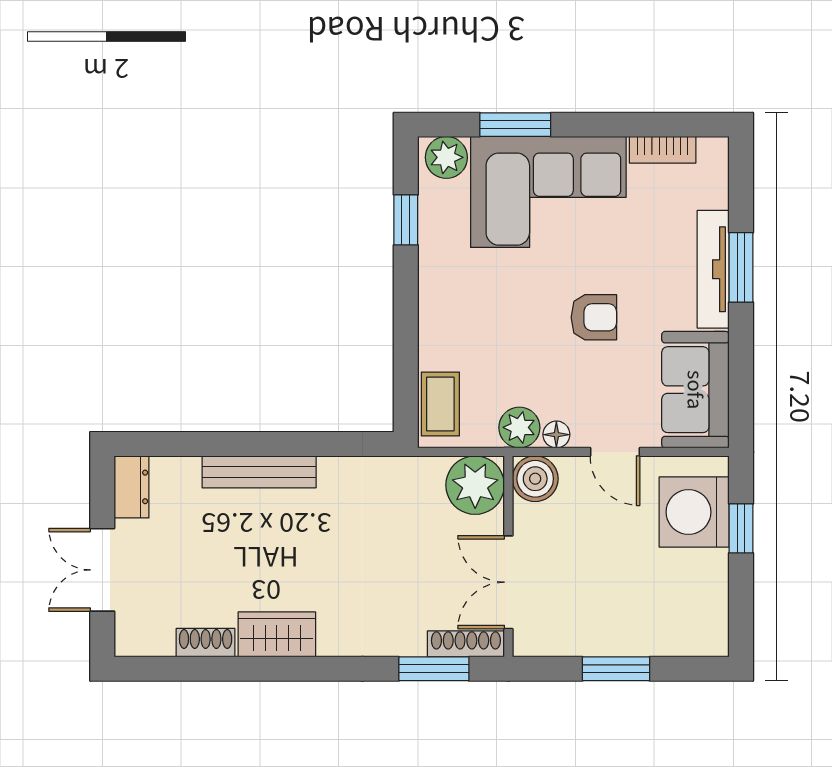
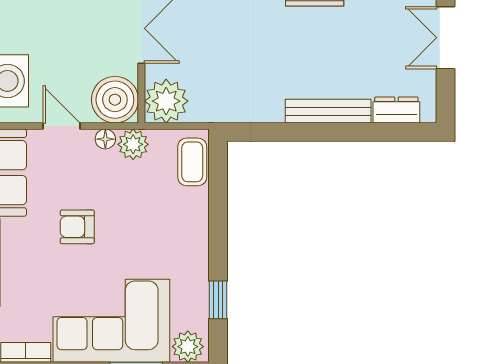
boiler: (535, 479) -> (115, 100), width x1.37, depth x1.37
dresser: (131, 487) -> (396, 110), moved, turned 90
double door: (102, 570) -> (446, 38), swing flipped

